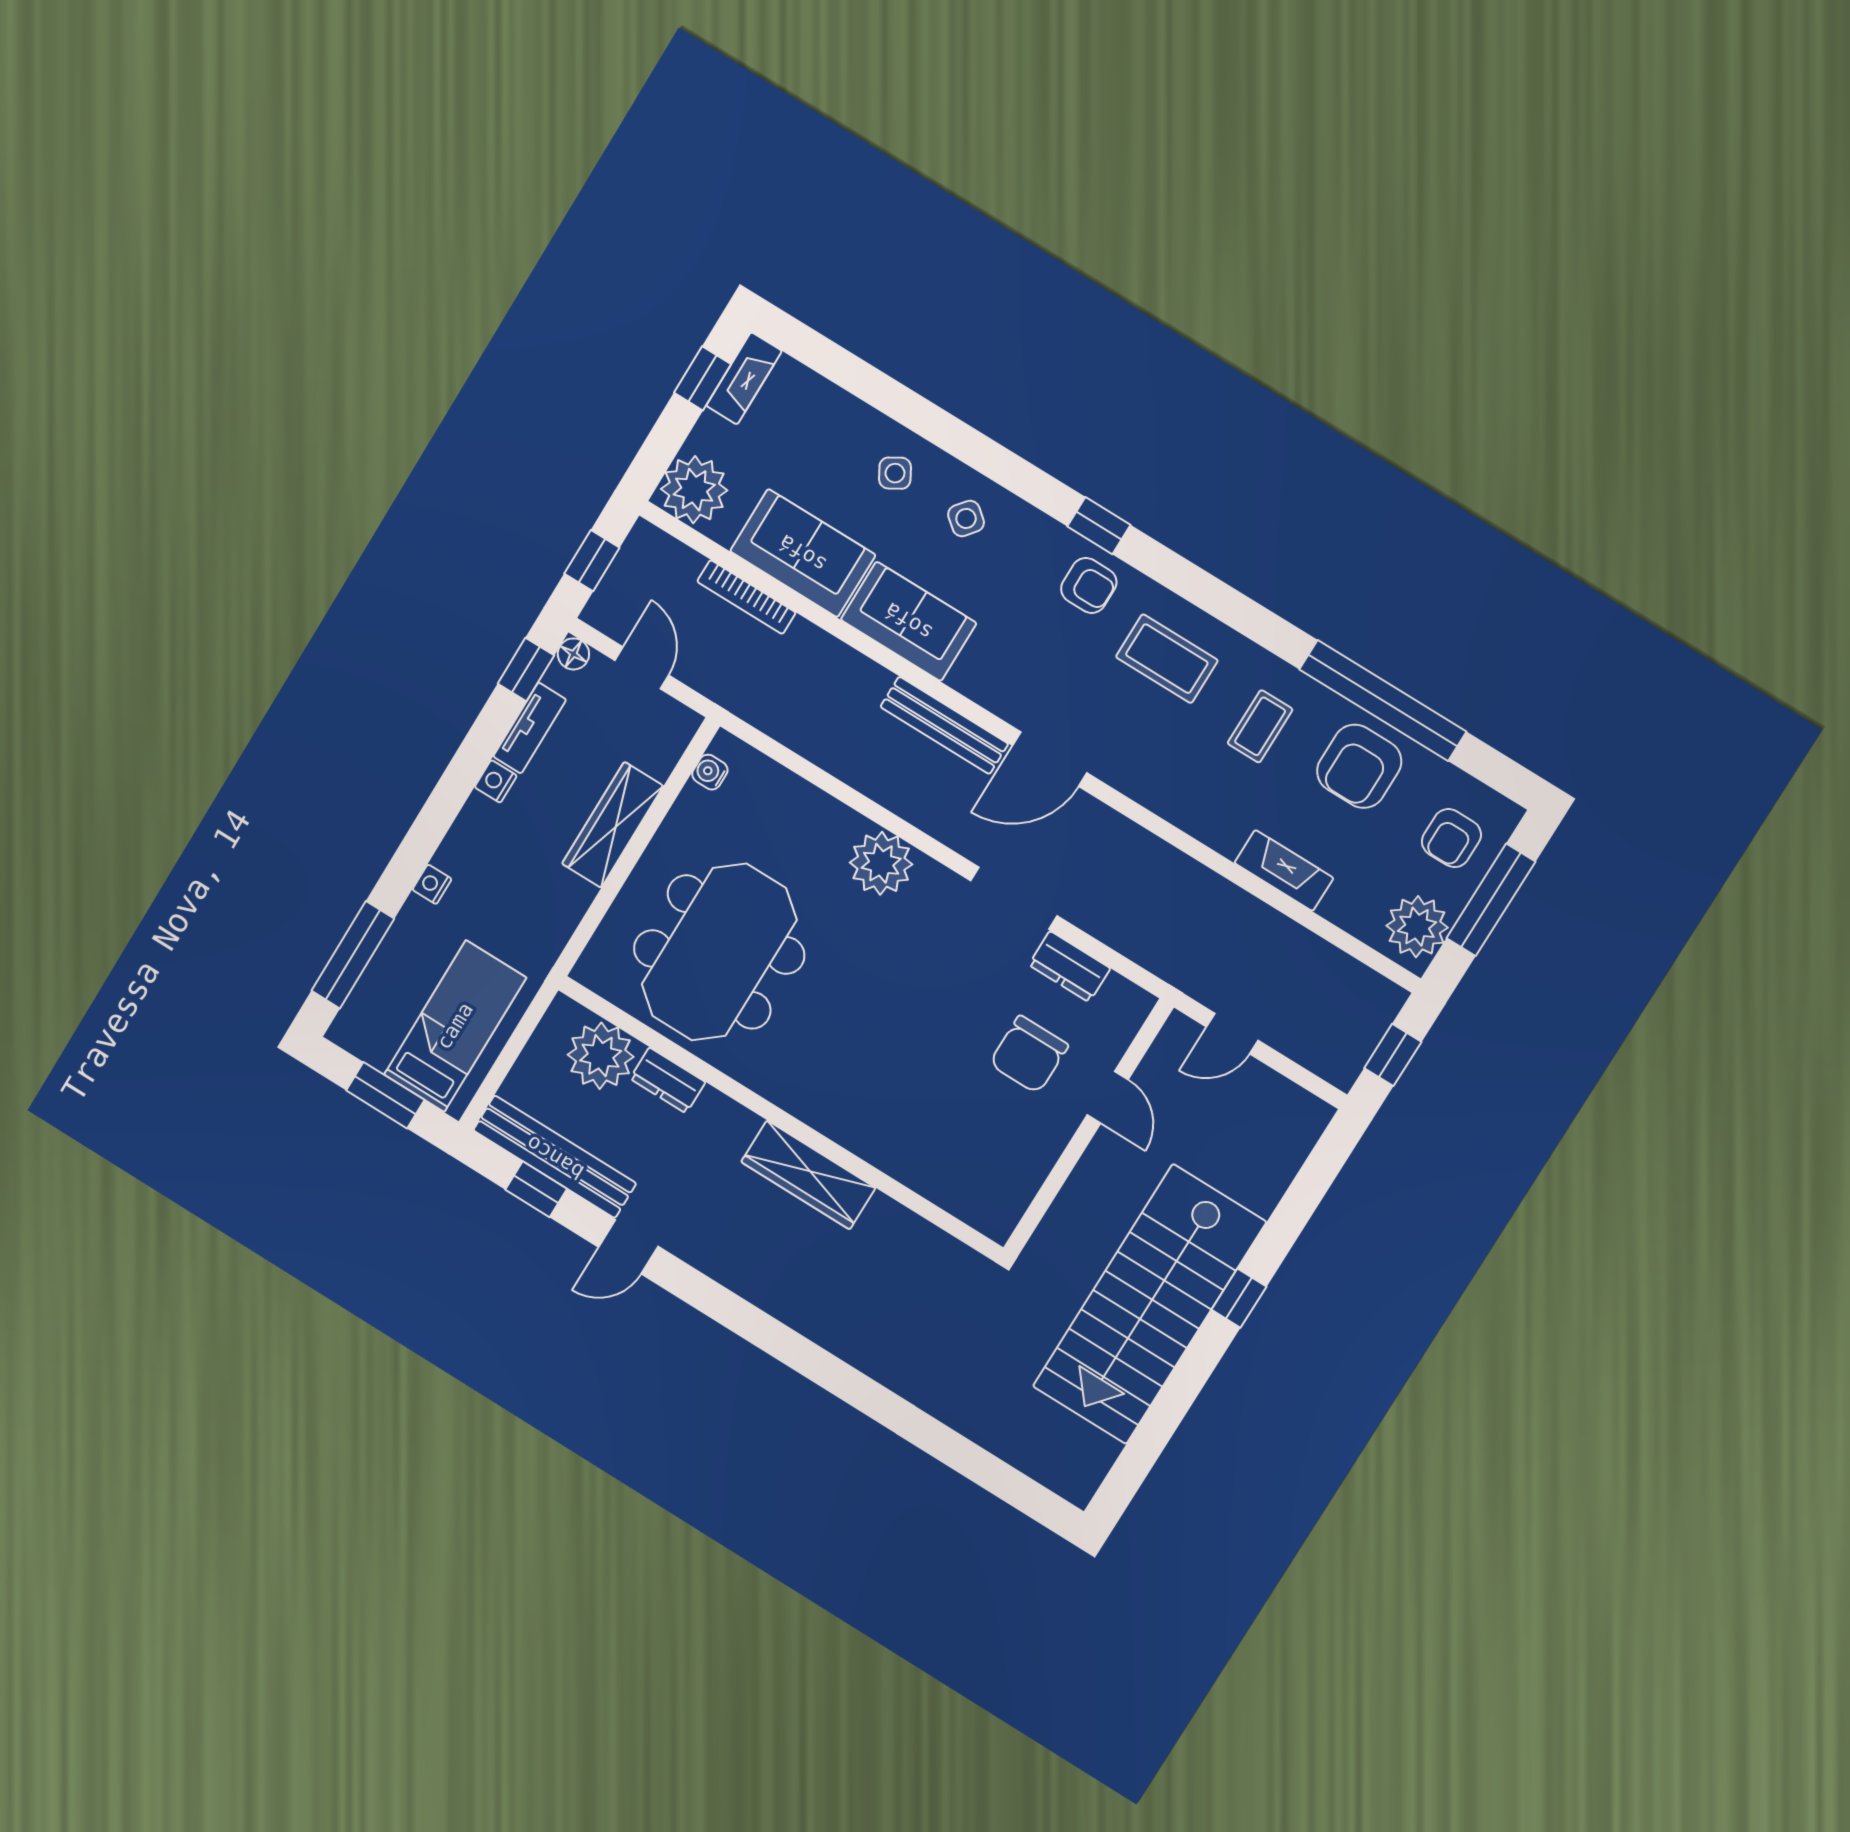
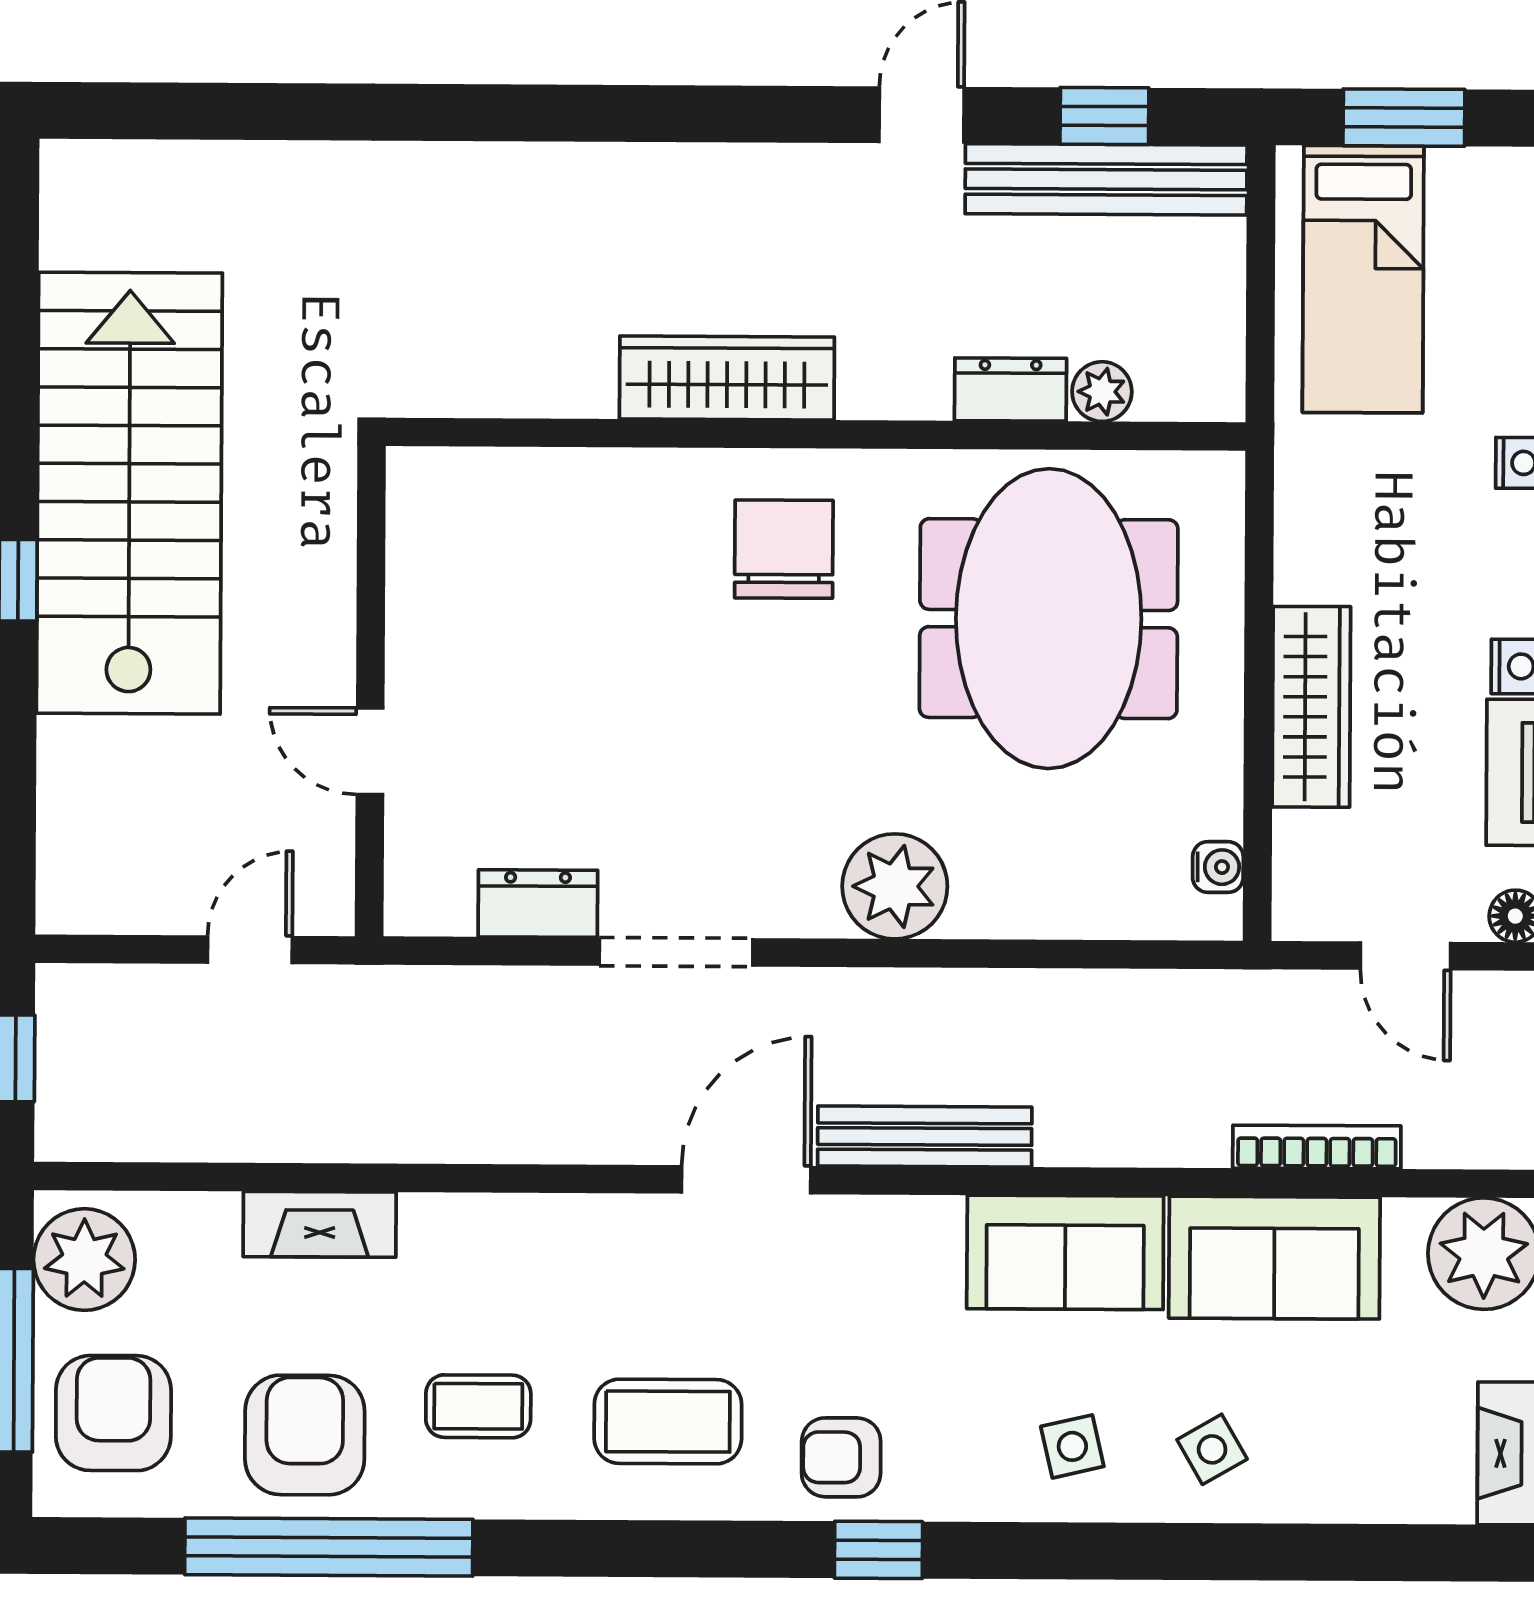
side table: (966, 518) -> (1072, 1446), turned 38
coffee table: (1260, 726) -> (478, 1406), turned 90
armchair: (1451, 838) -> (113, 1413), width x1.38, depth x1.38
chair: (1029, 1054) -> (784, 549), moved
plant: (601, 1056) -> (1102, 392), width x0.53, depth x0.53

